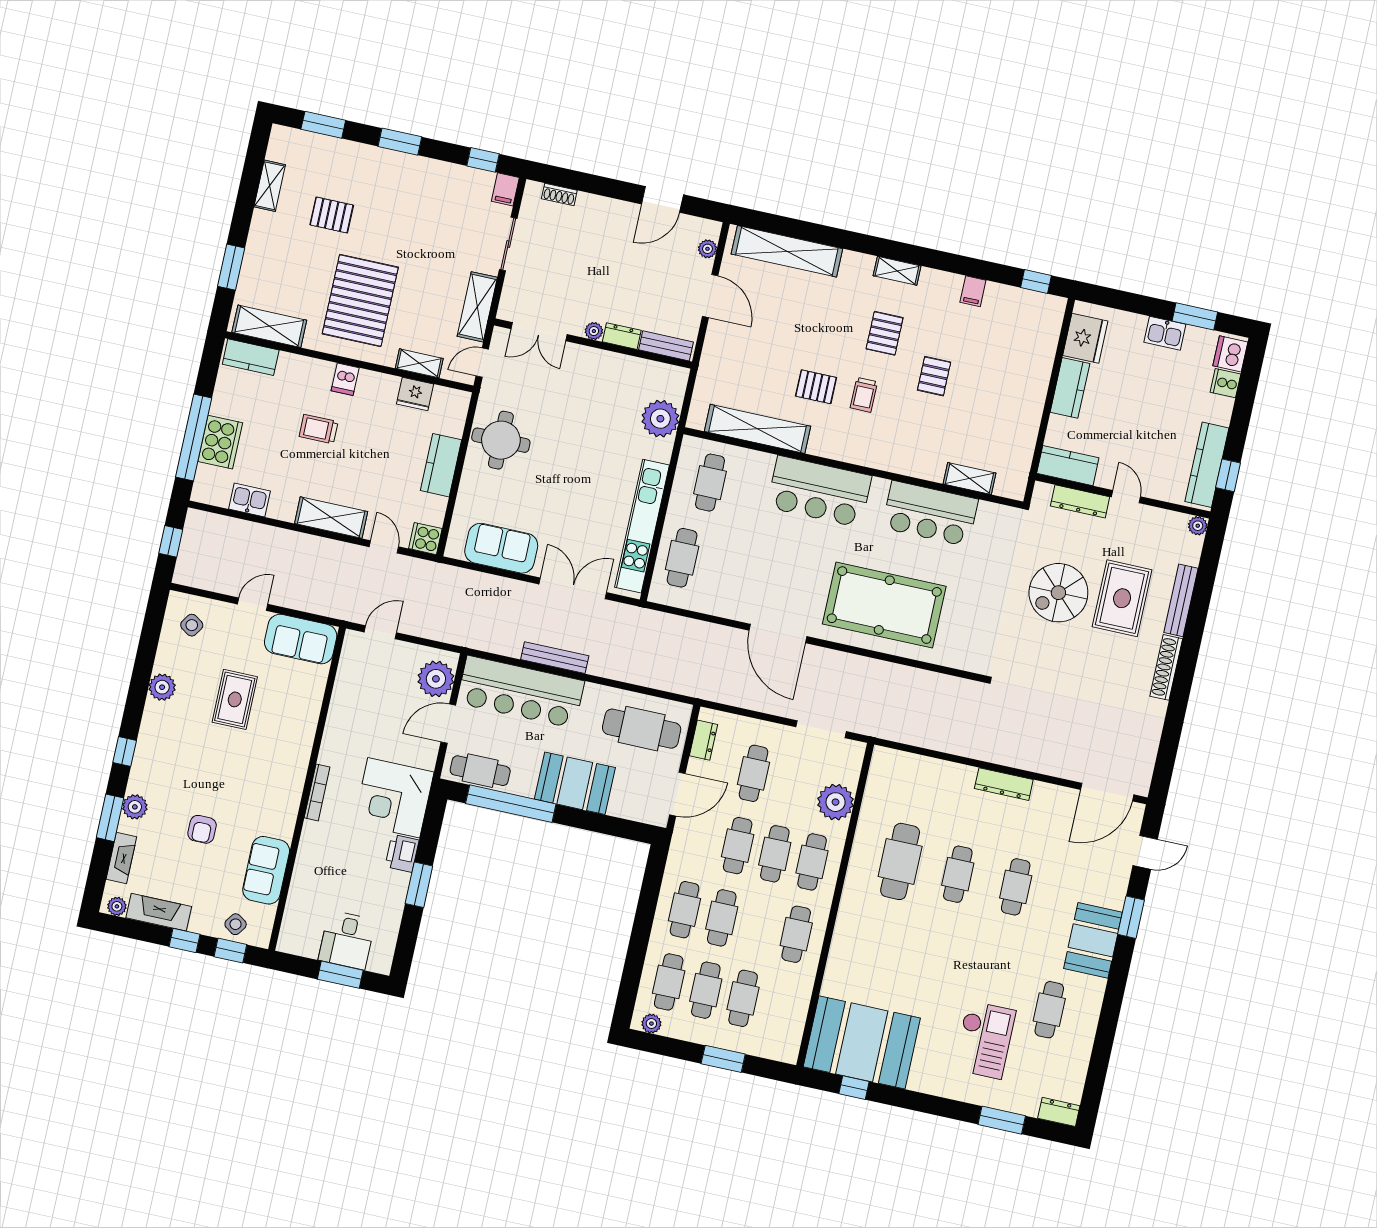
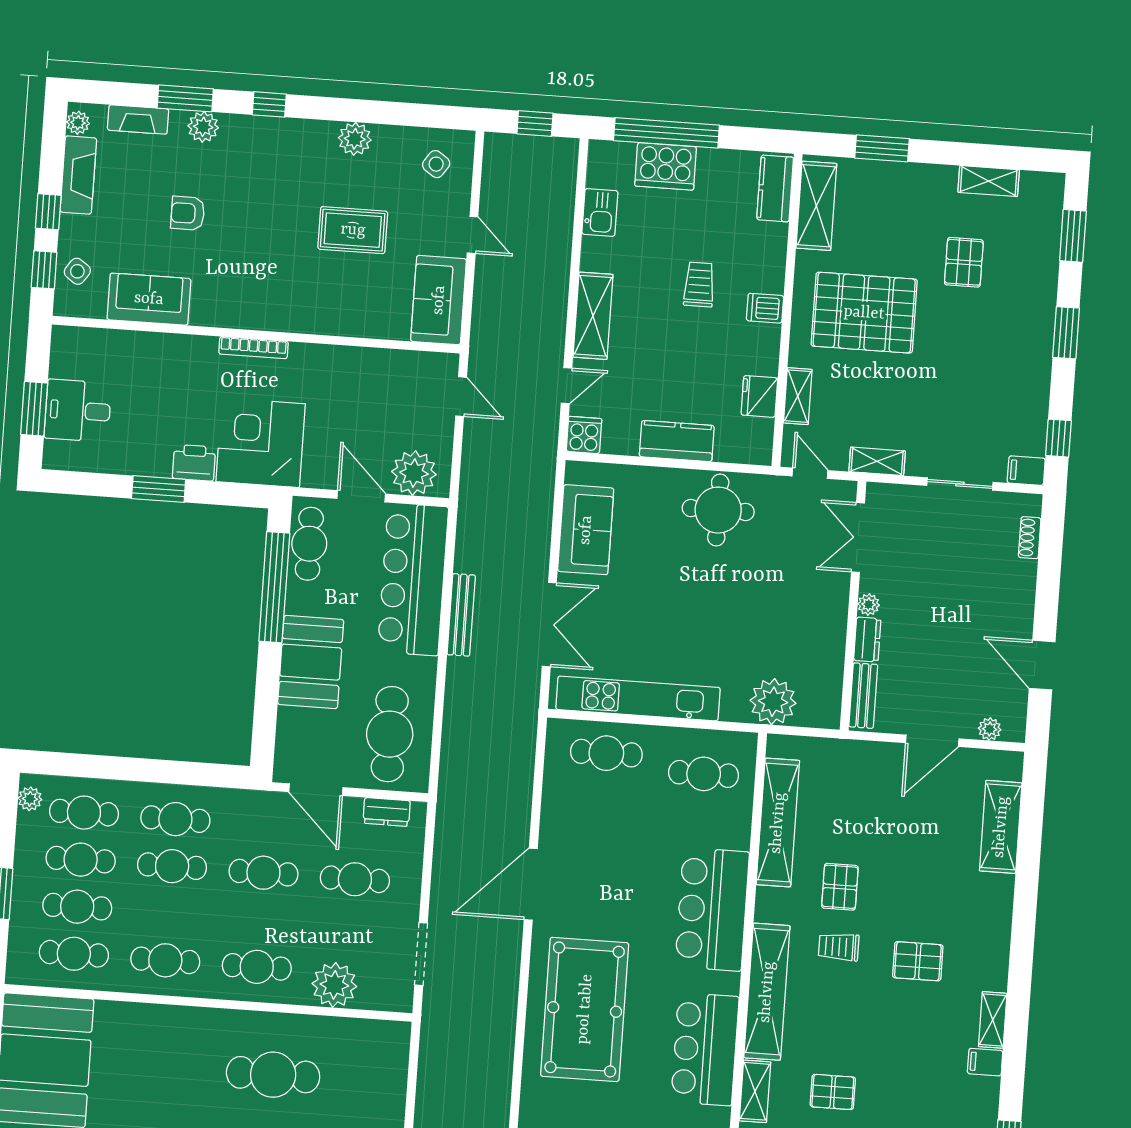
shelving: (787, 251) -> (1001, 827), width x0.68
shelving: (897, 271) -> (993, 1020), moved
shelving: (477, 307) -> (877, 461), width x0.67, depth x0.75
pallet: (934, 376) -> (833, 1092), moved
shelving: (891, 457) -> (767, 992), added
cafe table: (775, 854) -> (74, 954), moved

